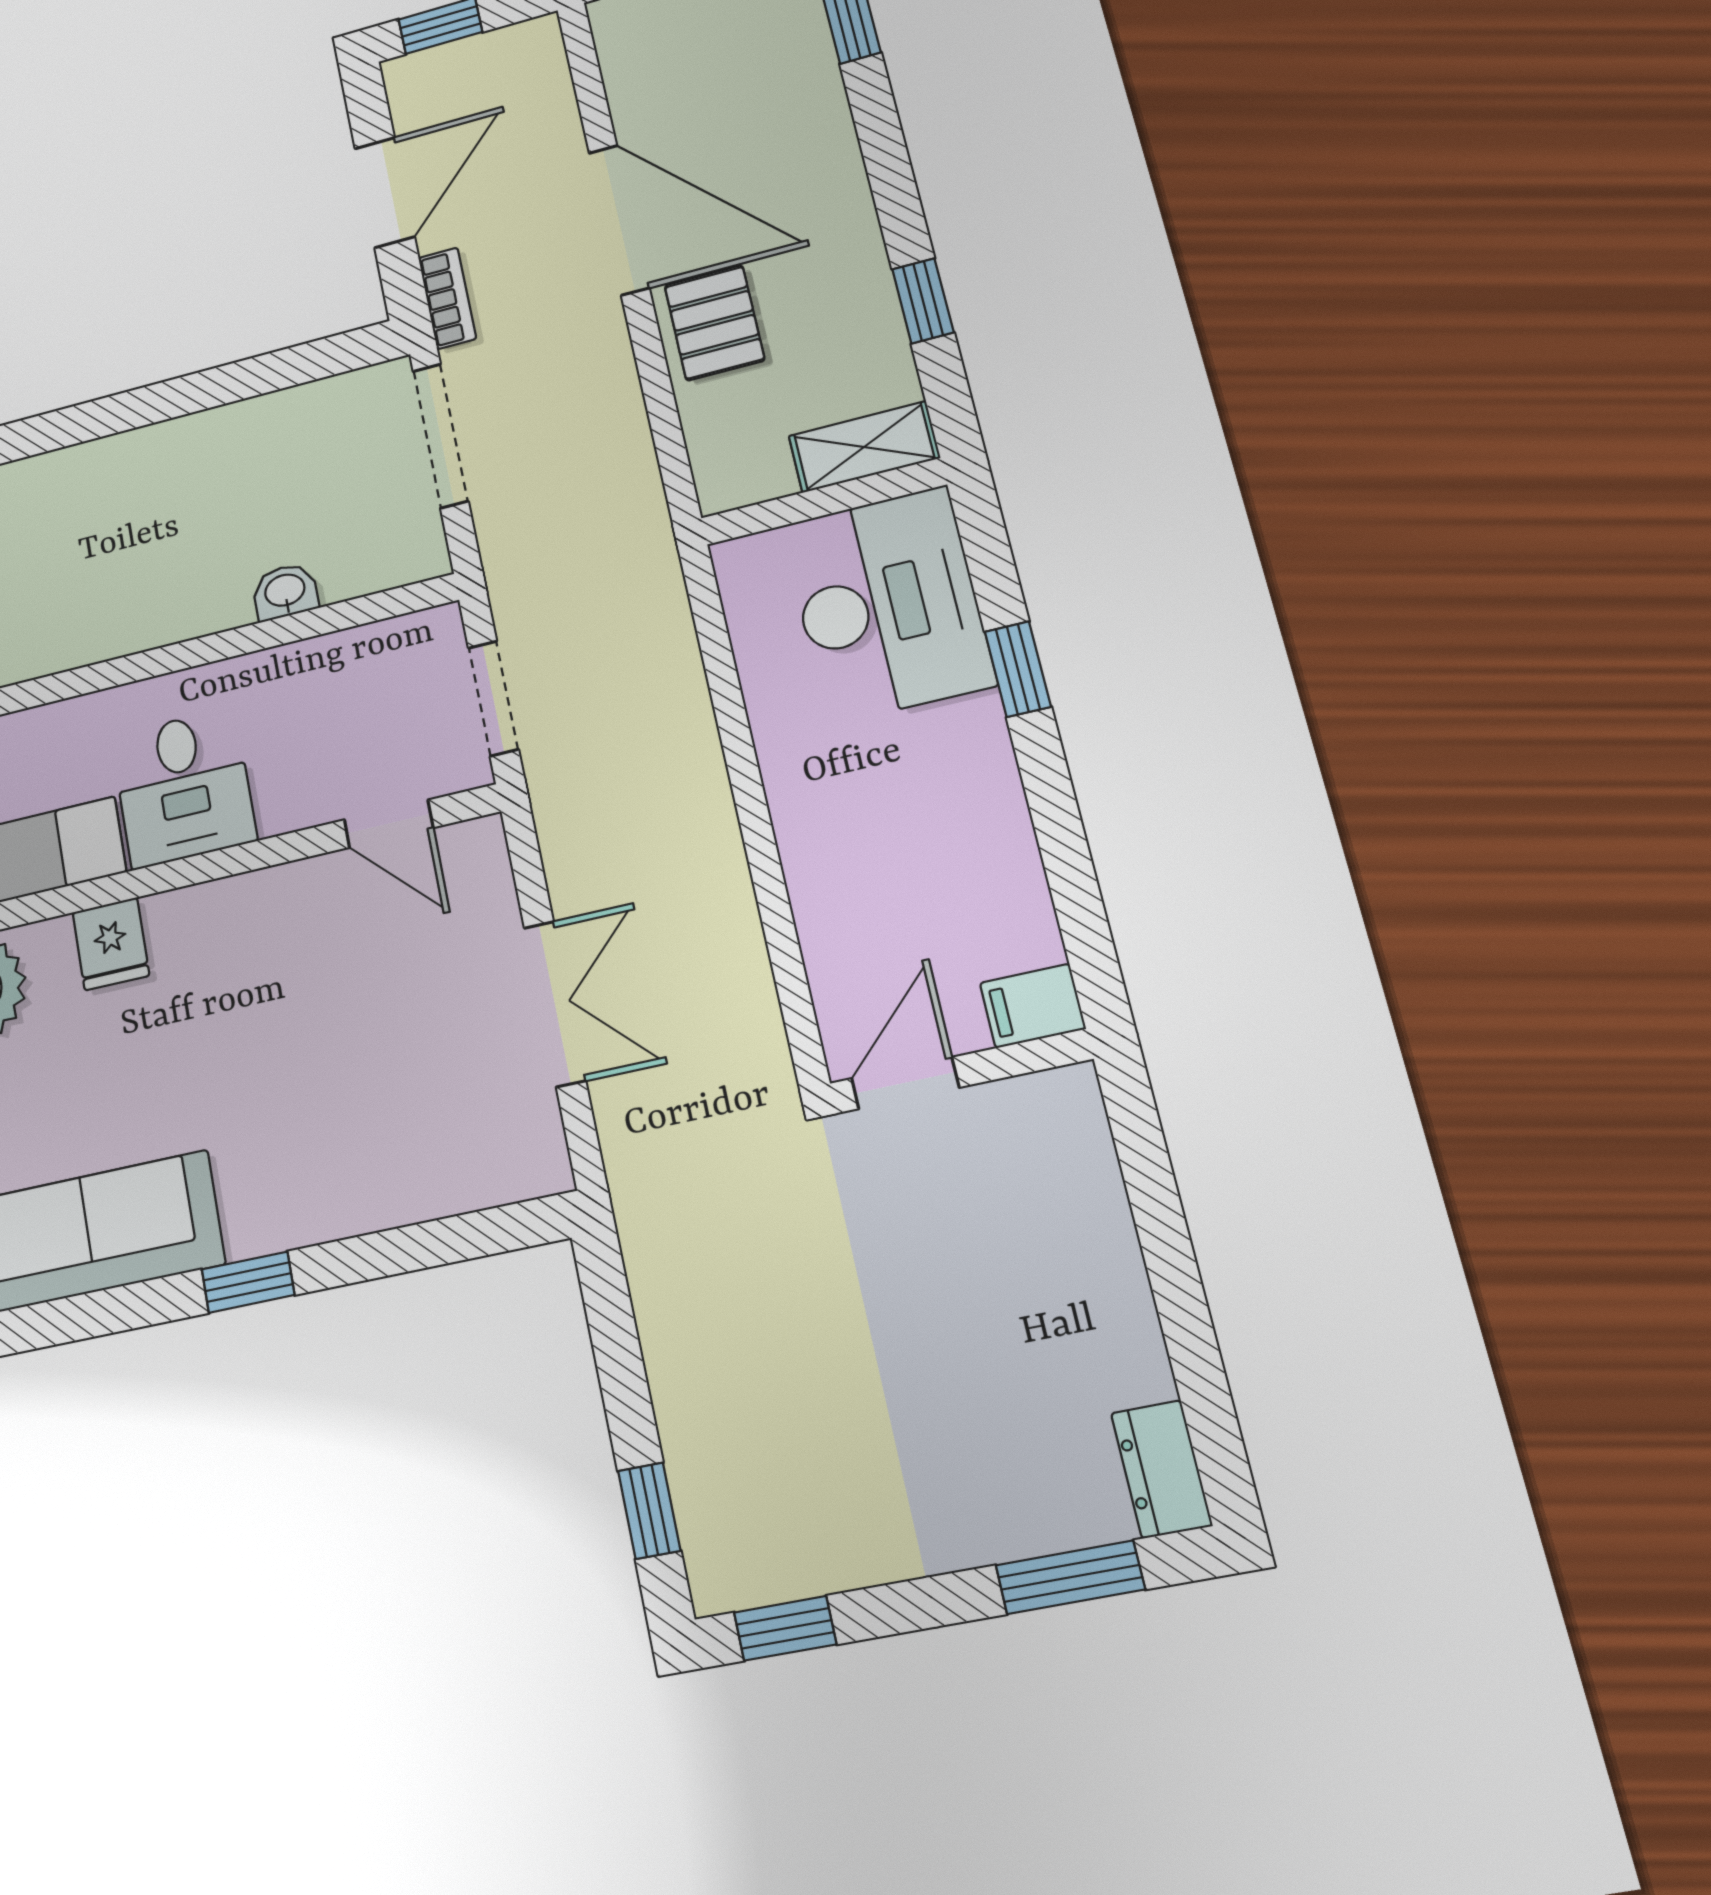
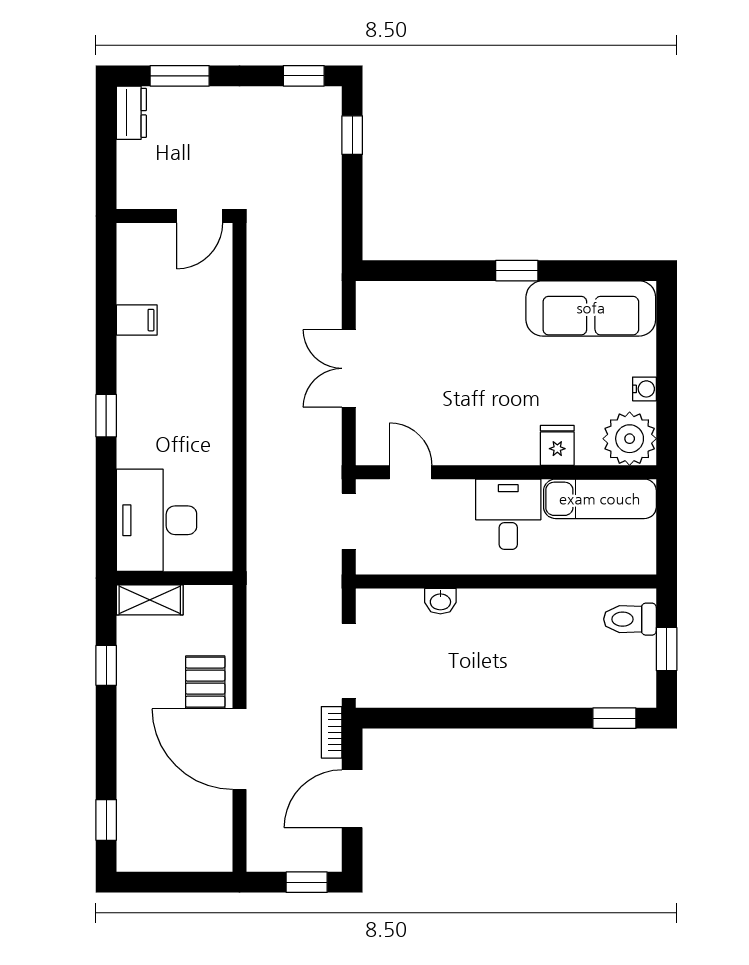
window: (1018, 669) -> (106, 416), moved
wall: (961, 1071) -> (175, 216), moved
door: (905, 1083) -> (200, 216), moved

